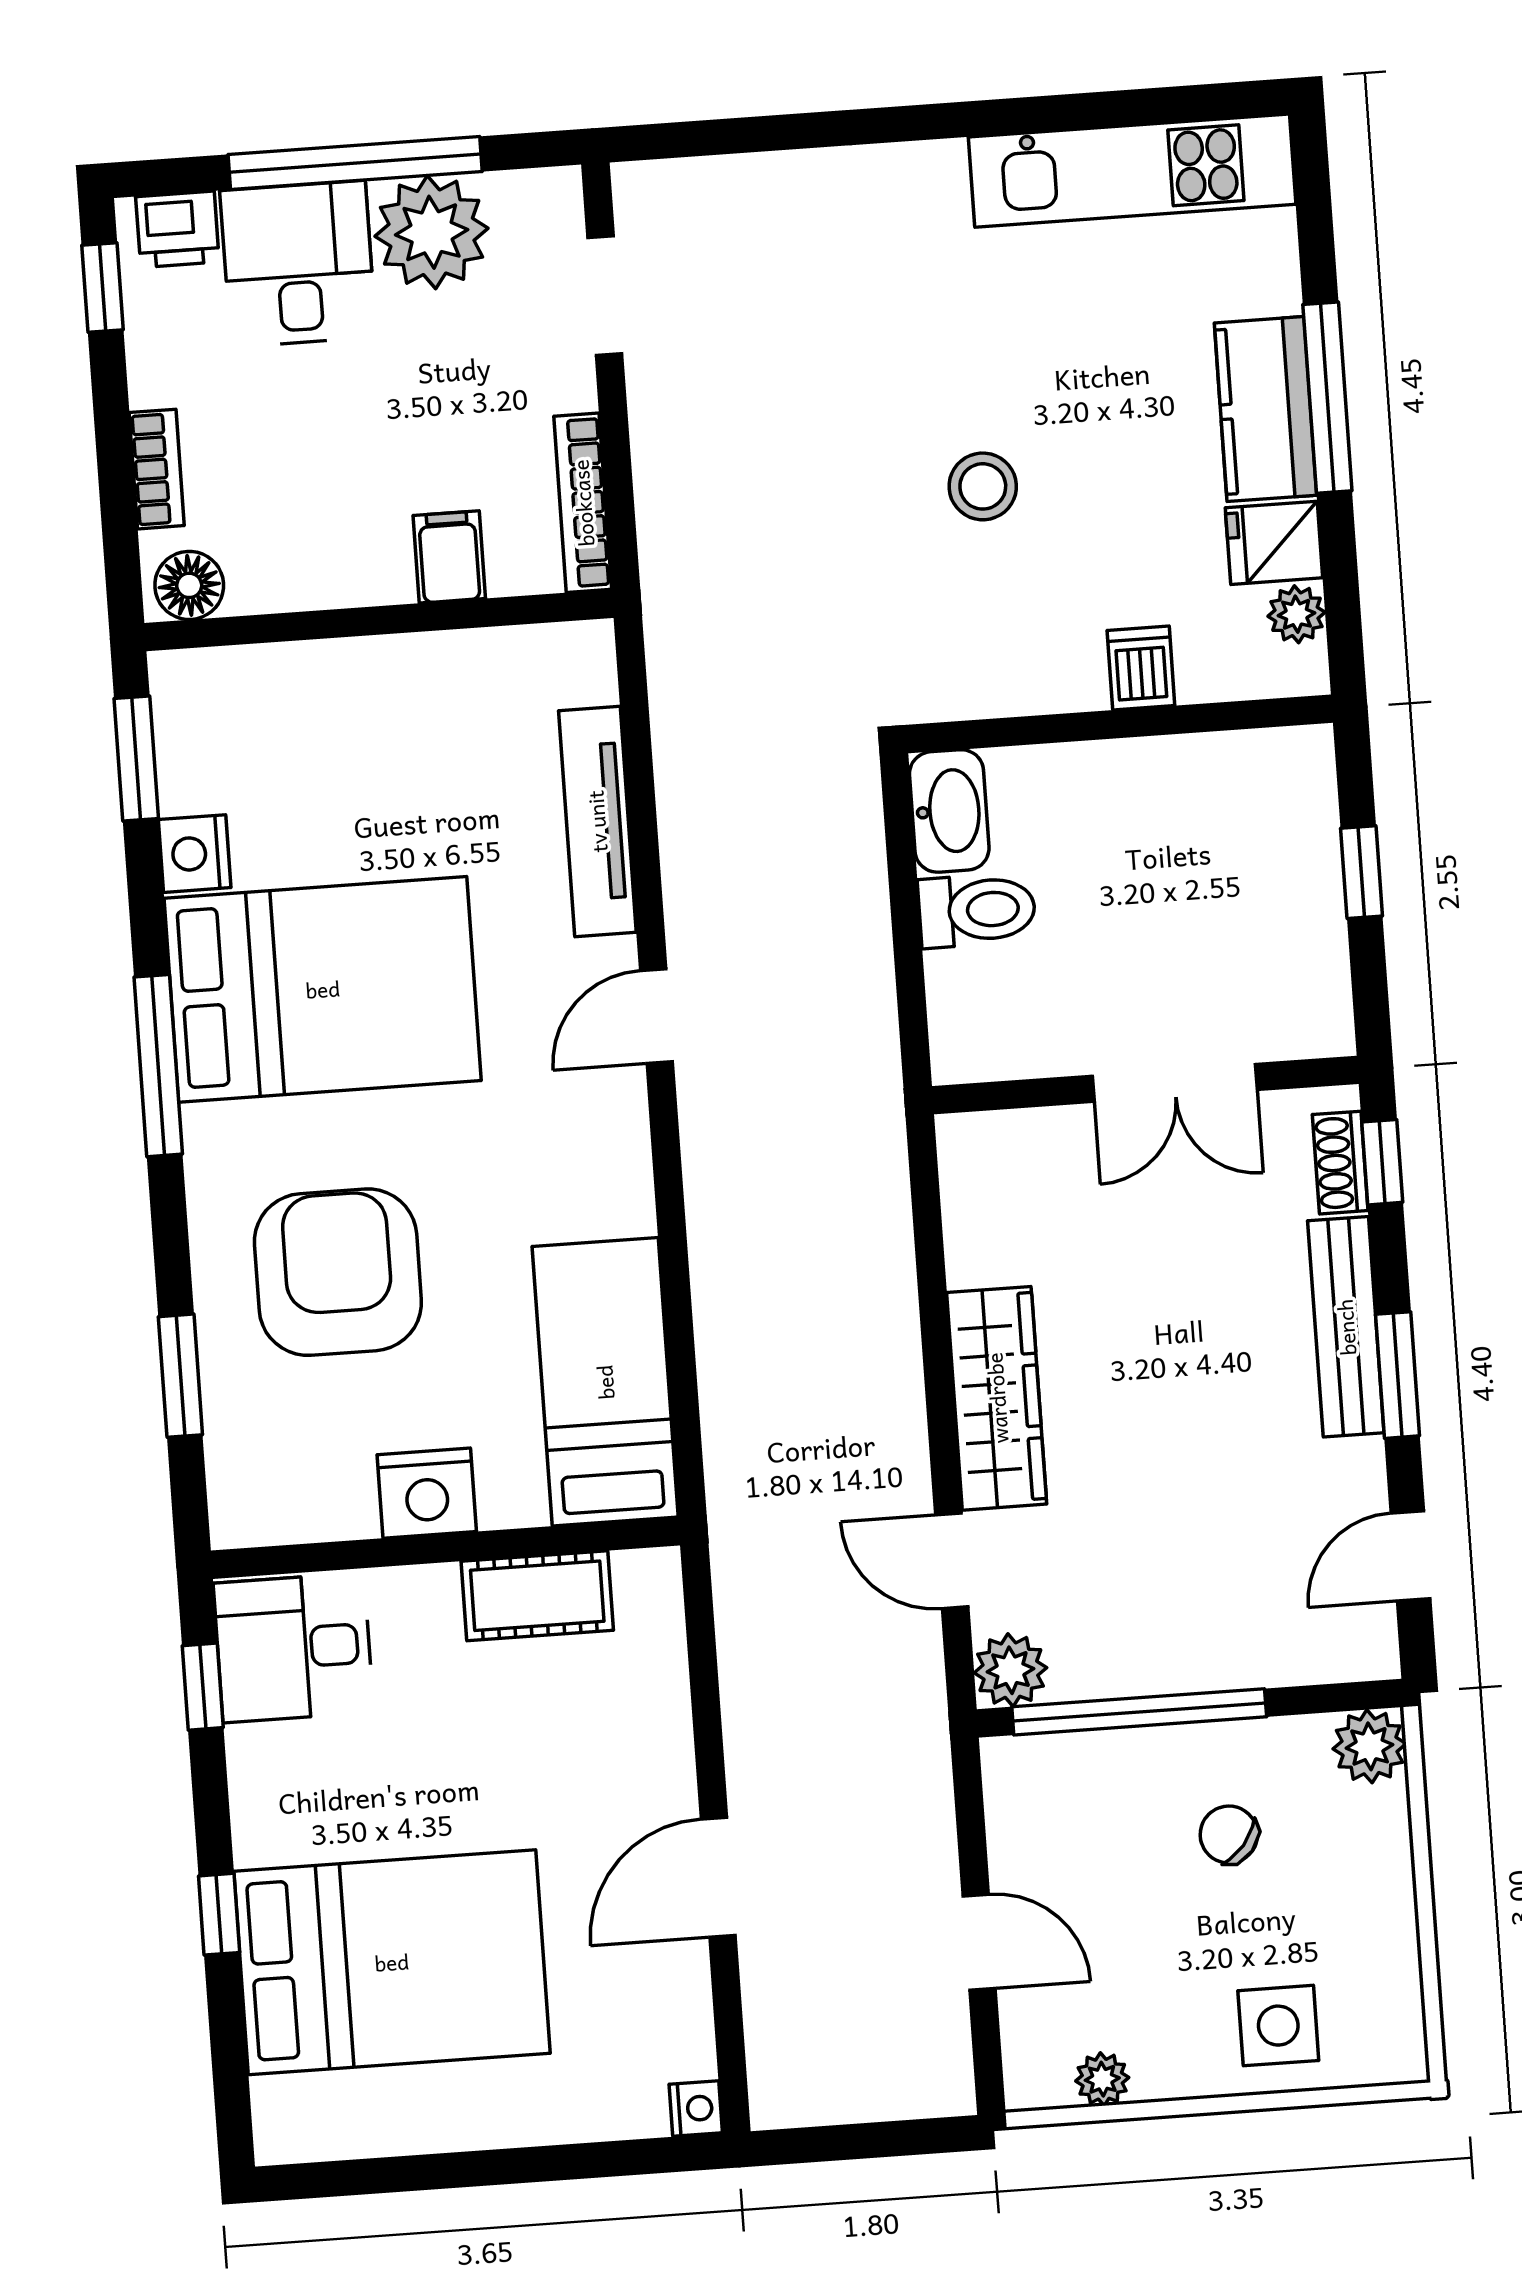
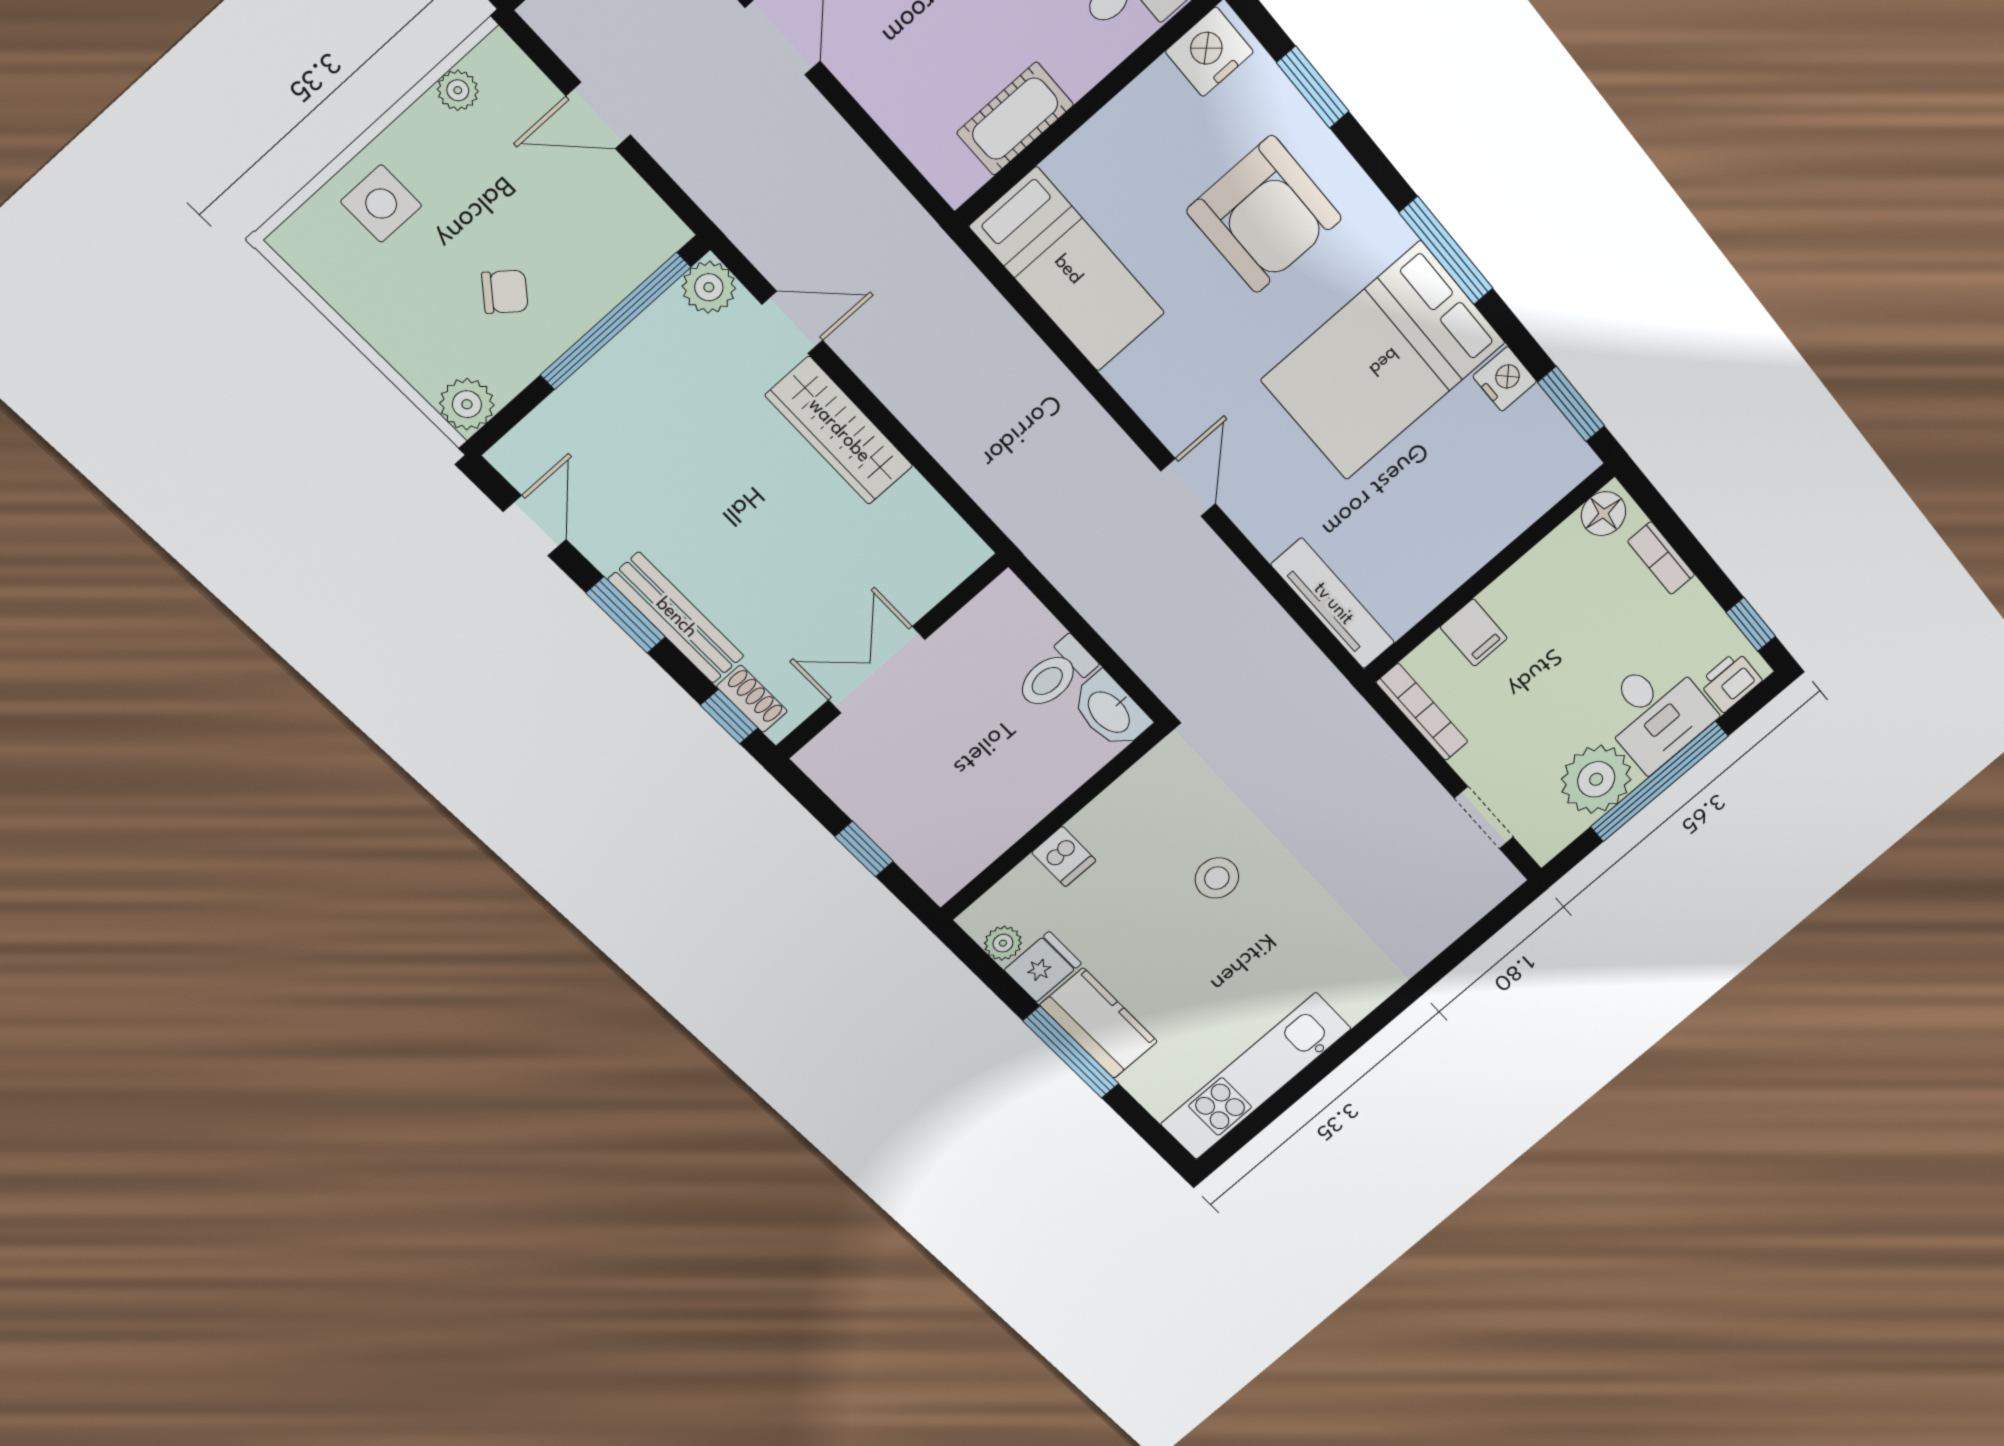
tv unit: (597, 821) -> (1333, 604), moved
nightstand: (427, 1493) -> (1209, 52), moved

